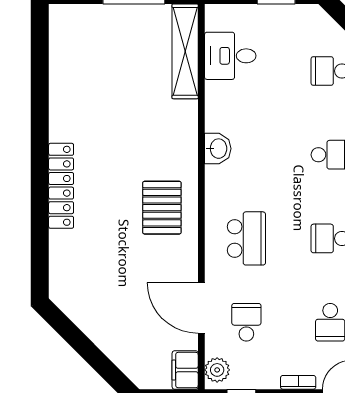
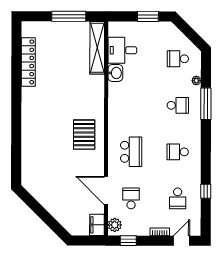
washbasin: (218, 149) -> (115, 73), moved
locker: (61, 186) -> (28, 62), moved

